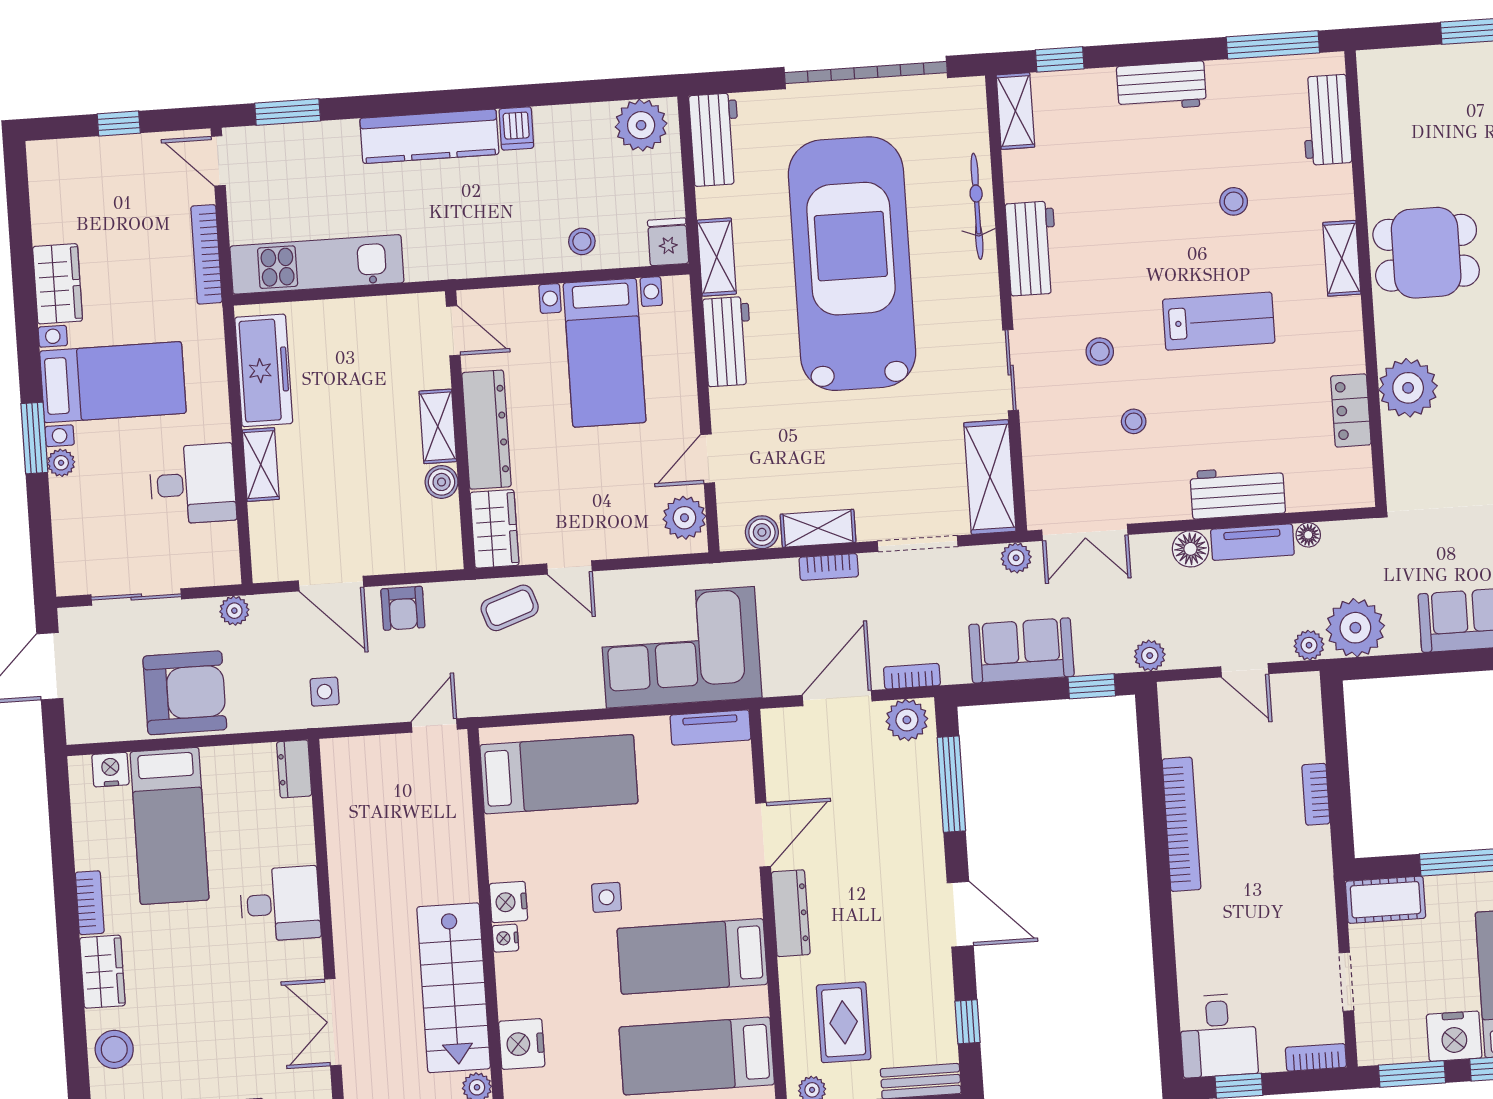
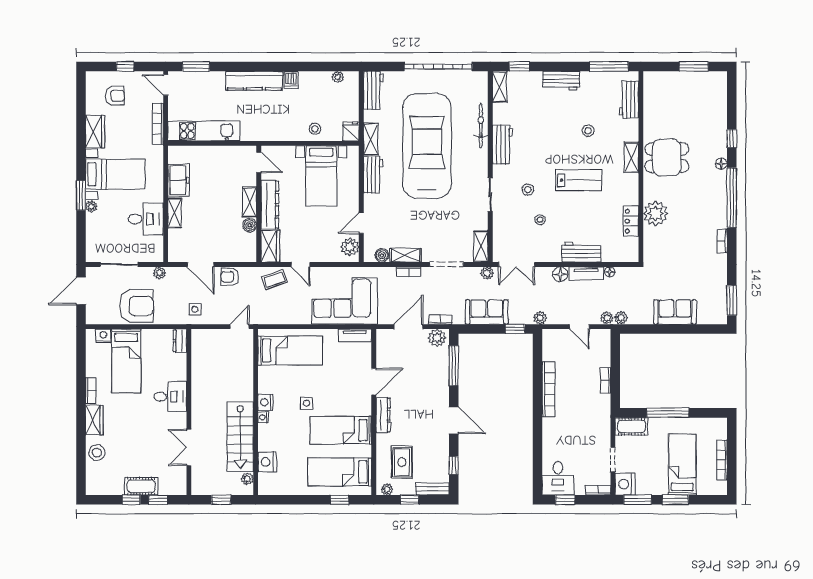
plant: (641, 125) -> (338, 77), width x0.53, depth x0.53
armchair: (99, 195) -> (115, 96), added
freezer: (264, 370) -> (179, 180), width x0.71
shelving: (990, 477) -> (481, 247), width x0.67, depth x0.75
armchair: (403, 608) -> (230, 277), turned 90
plant: (1355, 628) -> (621, 318), width x0.53, depth x0.53
nightstand: (1454, 1036) -> (625, 484), moved, turned 90

